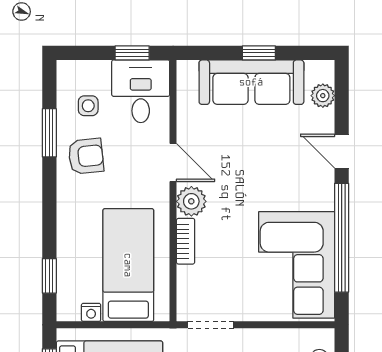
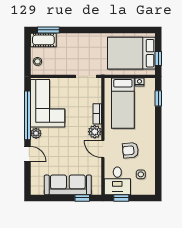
window: (259, 53) -> (82, 198), moved
plant: (323, 96) -> (36, 133), moved
window: (49, 133) -> (158, 162), removed
armchair: (86, 156) -> (130, 150), moved

